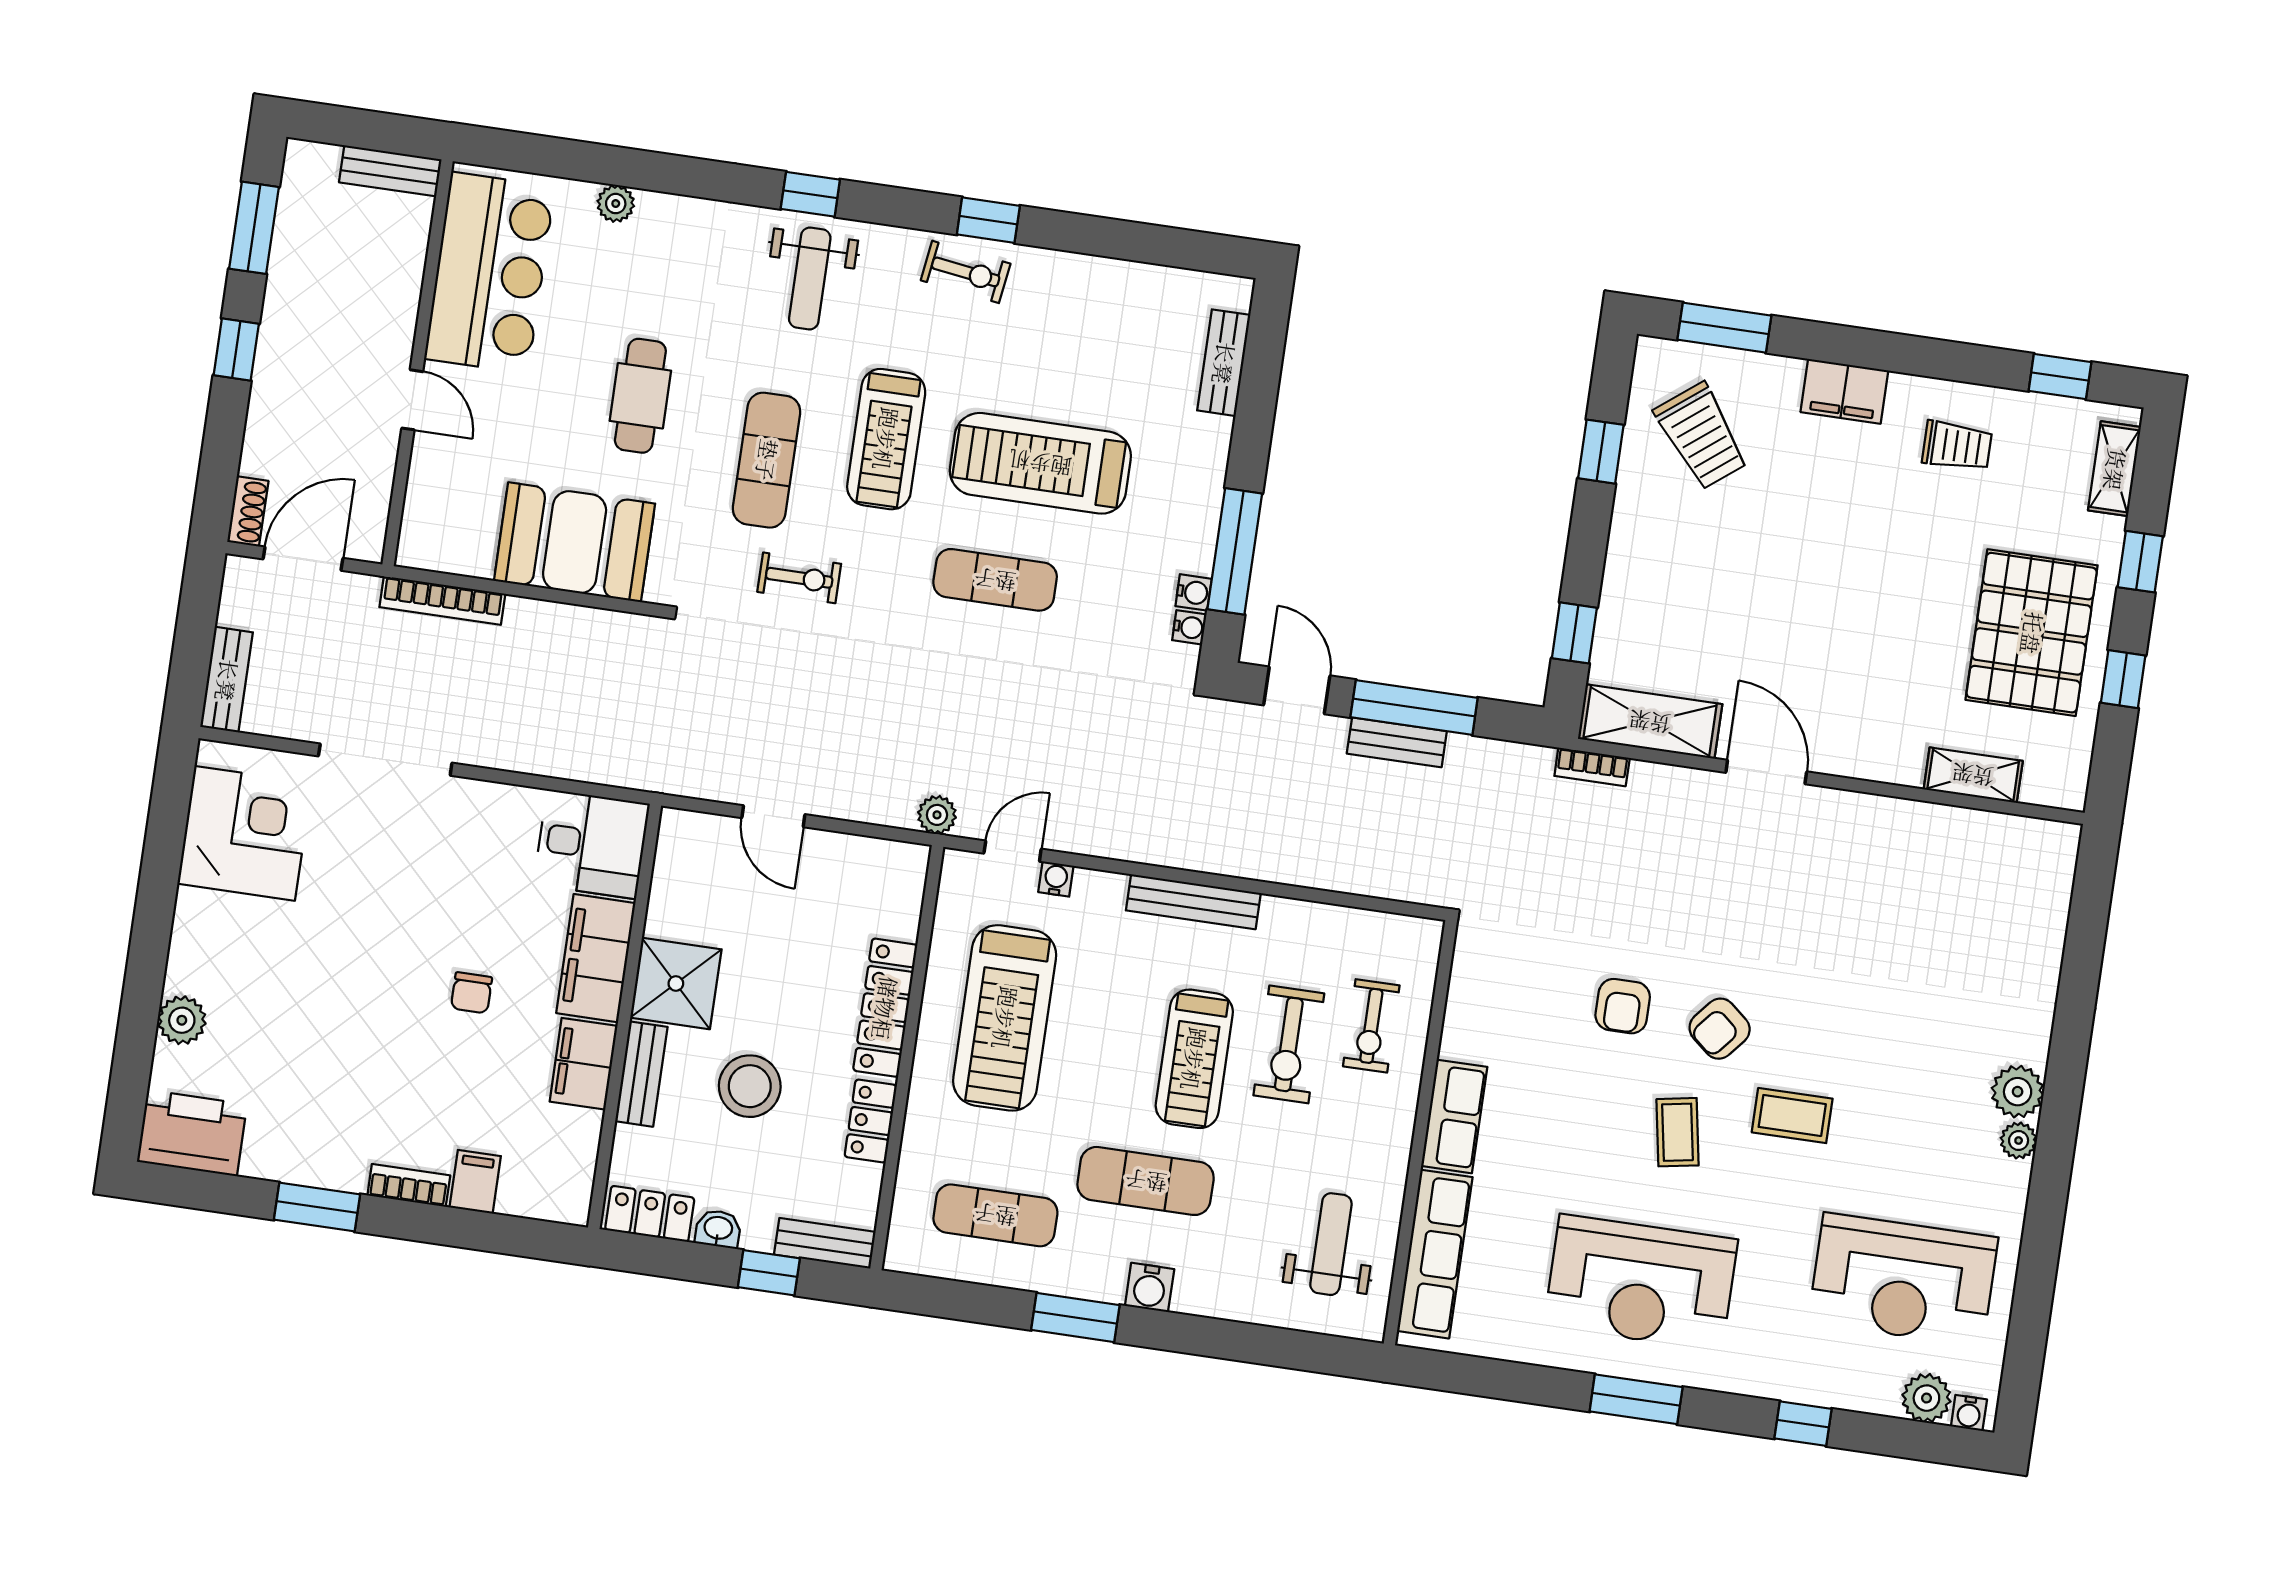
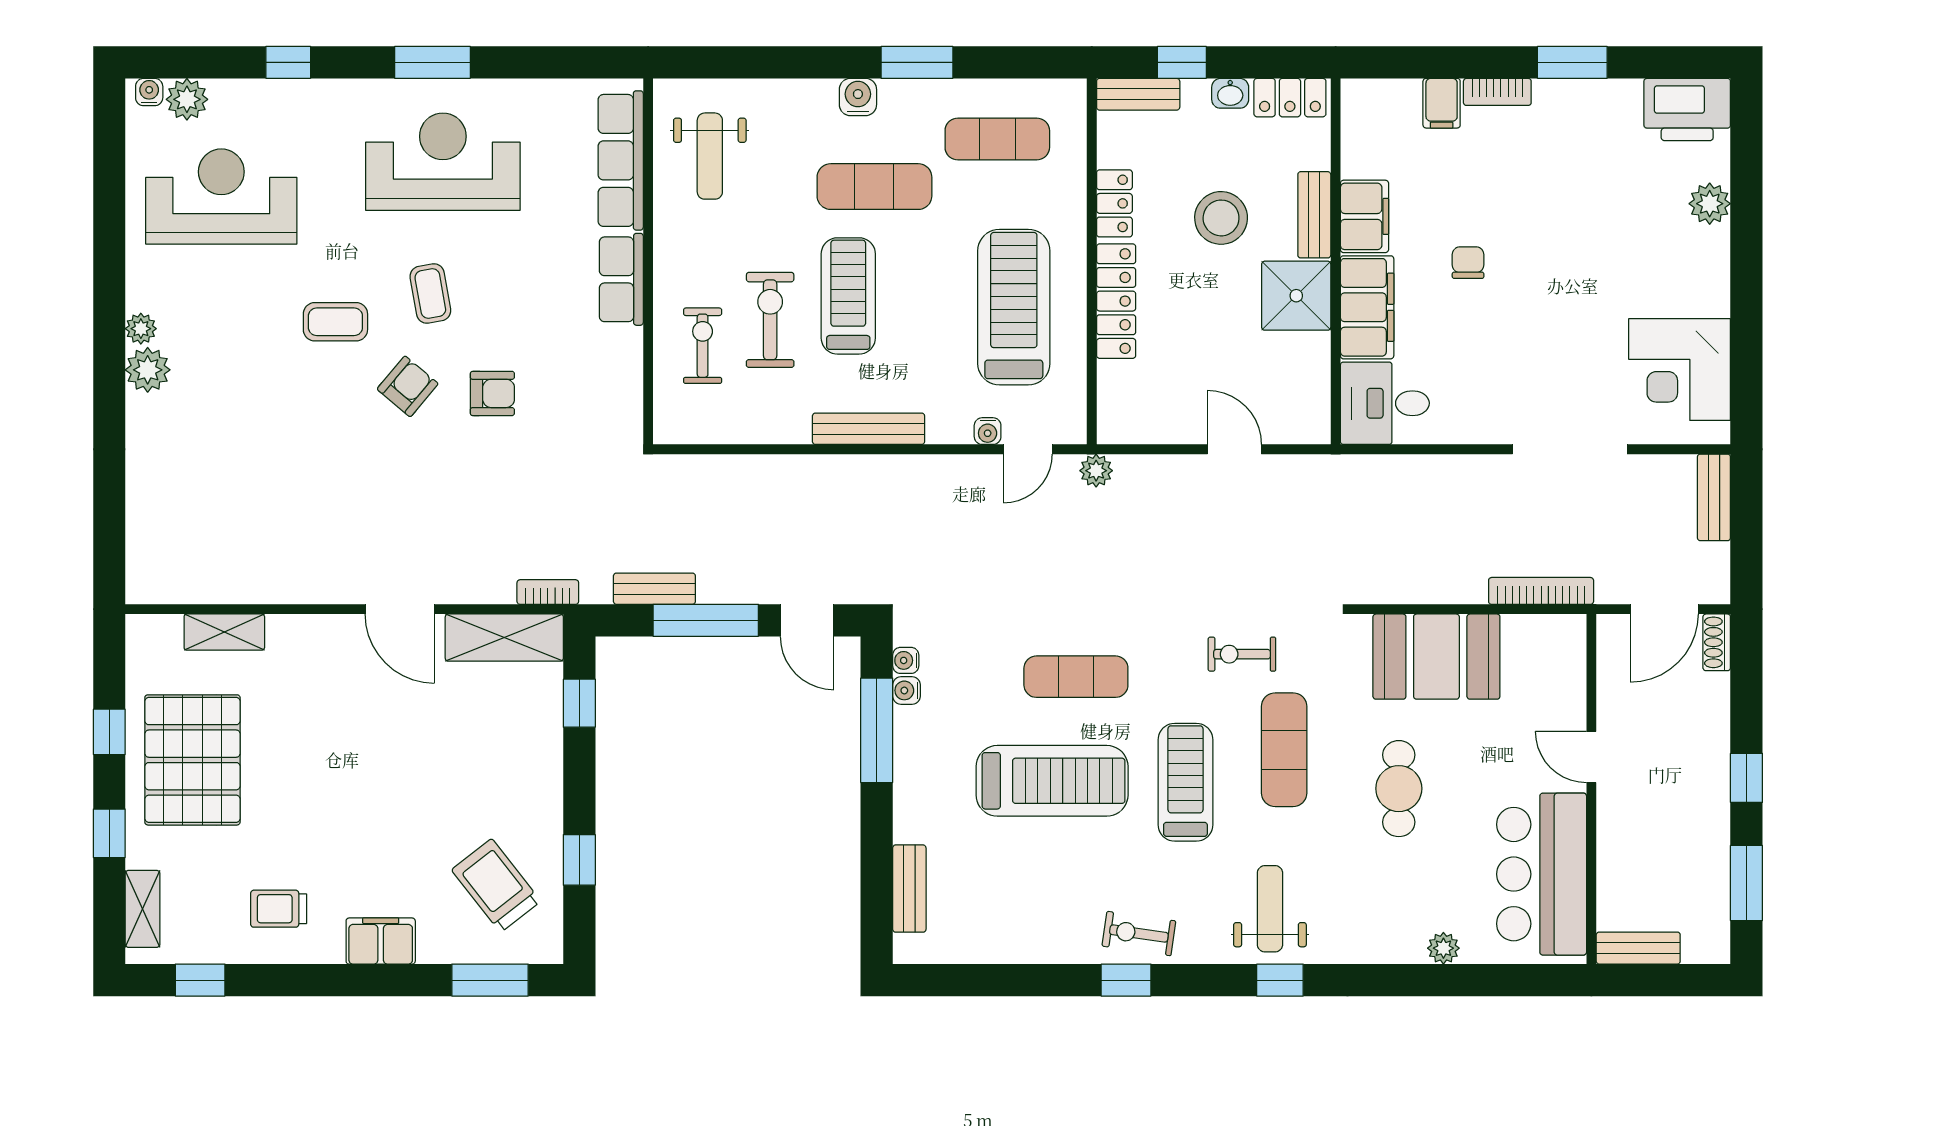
bench: (1397, 742) -> (654, 589), moved
armchair: (1623, 1006) -> (492, 393), turned 90

